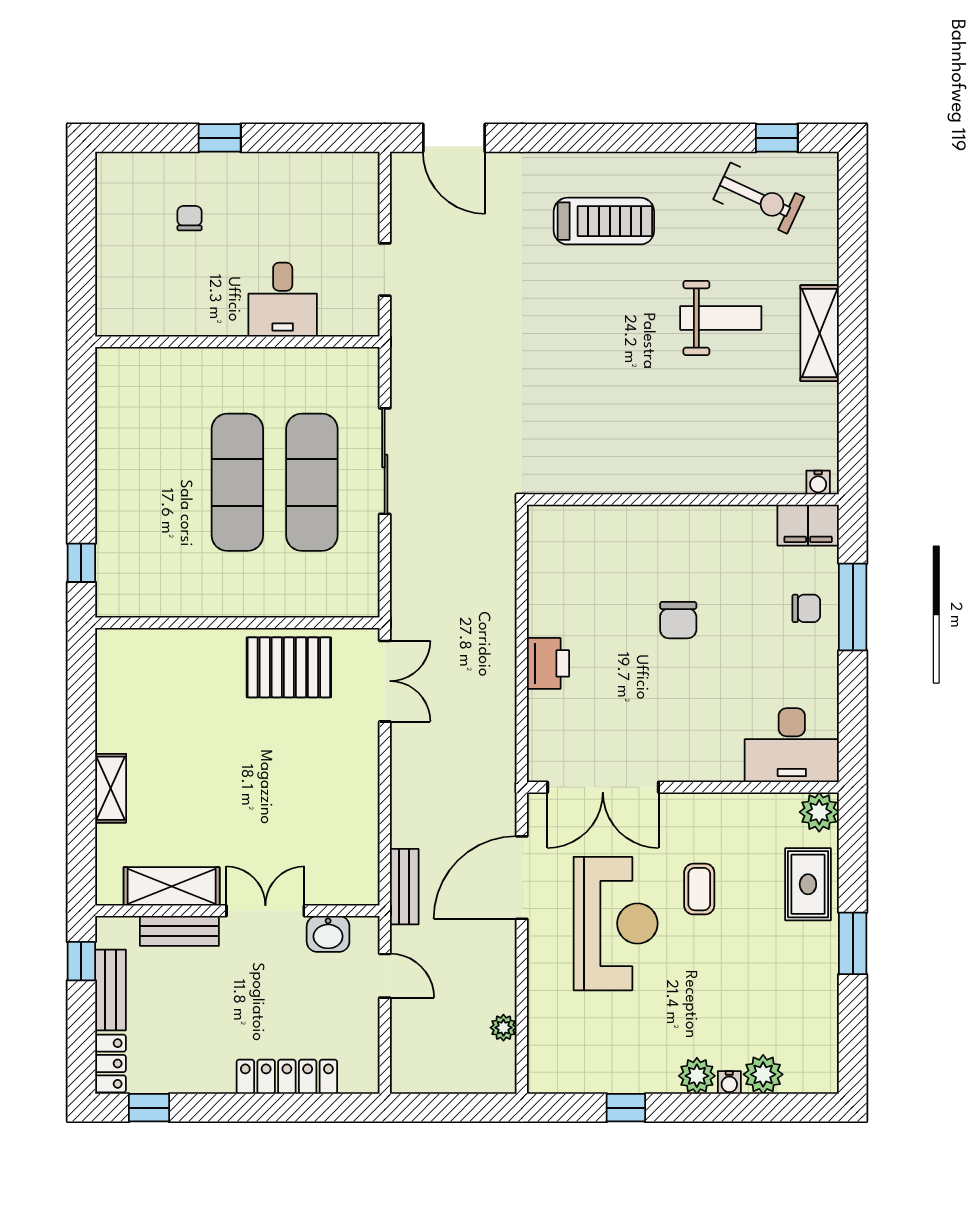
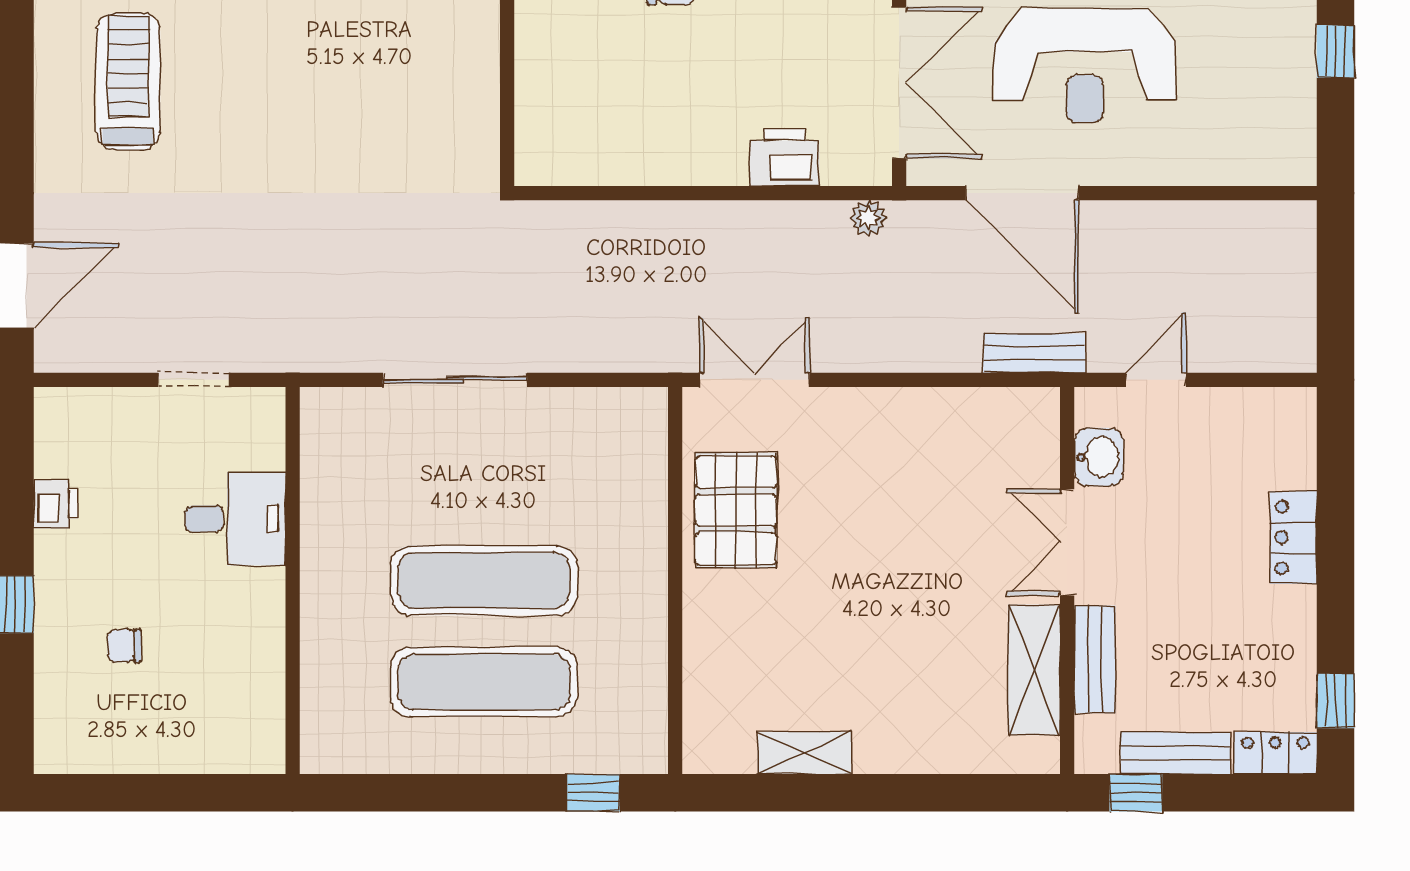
printer: (293, 168) -> (56, 504), added
exercise mat: (312, 482) -> (484, 682), moved
printer: (548, 663) -> (785, 157), moved
shelving: (111, 788) -> (804, 753), moved
reception desk: (616, 924) -> (1085, 65), turned 180
plant: (503, 1028) -> (869, 218), moved
locker: (287, 1077) -> (1293, 537), width x0.66

